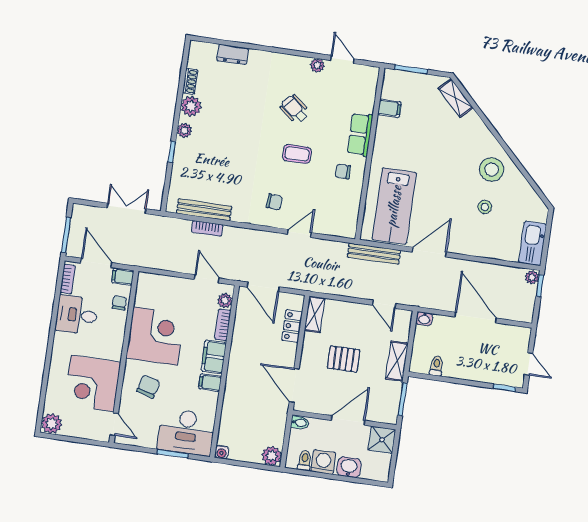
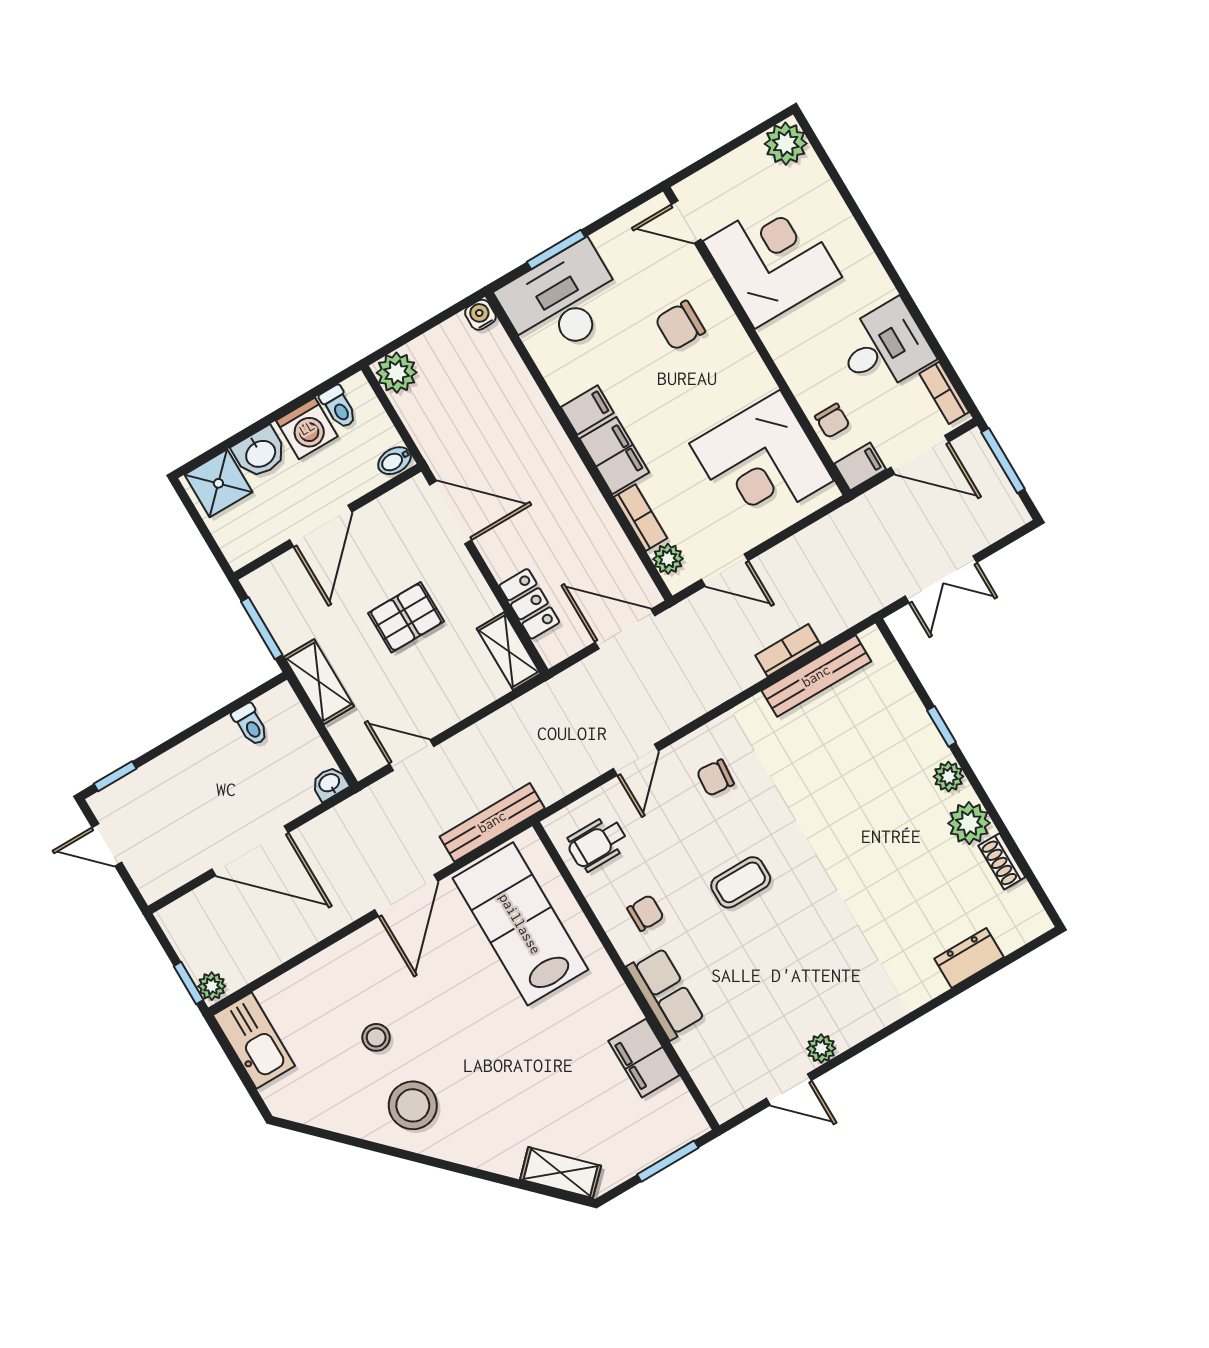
filing cabinet: (389, 108) -> (644, 1058), width x2.00
wheelchair: (295, 109) -> (597, 843), moved, turned 140
corner desk: (155, 336) -> (761, 462), moved
chair: (148, 386) -> (680, 325), turned 75
shower: (382, 440) -> (218, 483), moved

